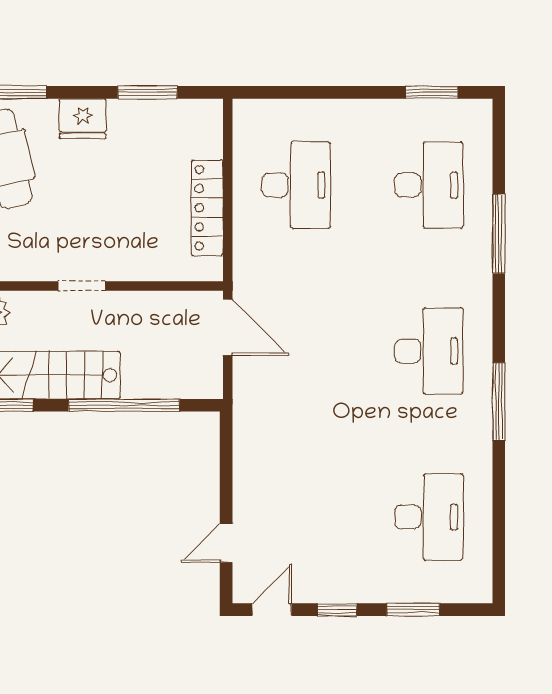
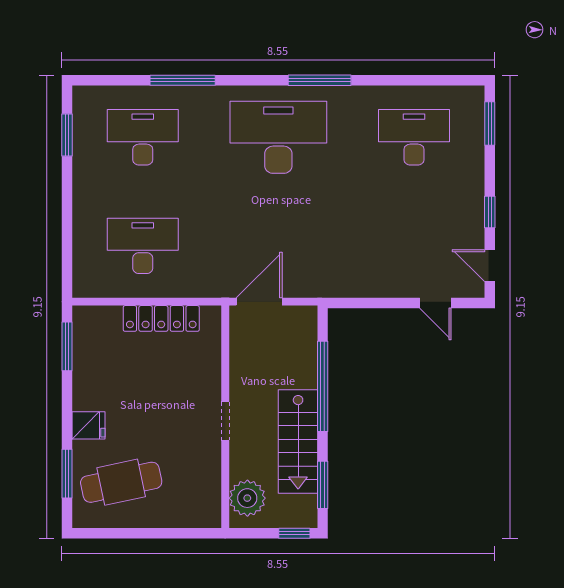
window: (147, 92) -> (67, 346), moved
fridge: (83, 119) -> (89, 425), width x0.72
desk: (429, 351) -> (278, 137), width x1.36, depth x1.30
window: (413, 610) -> (490, 123), moved

